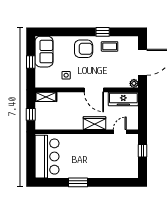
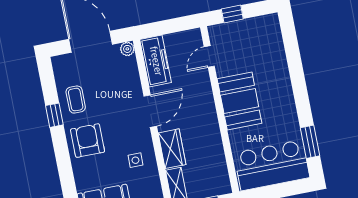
wardrobe: (95, 123) -> (172, 149), moved, turned 180
door: (120, 132) -> (209, 56), hinge flipped
booth: (89, 145) -> (240, 101), added
window: (78, 182) -> (310, 142), moved

